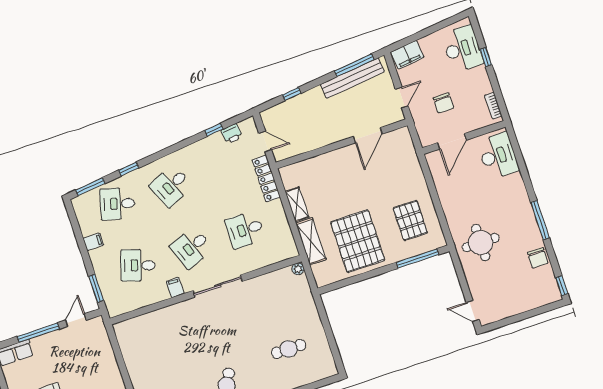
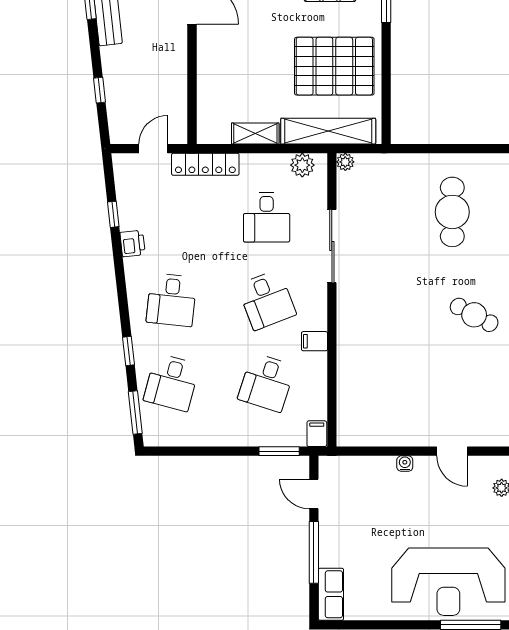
printer: (232, 134) -> (133, 243), moved
desk: (171, 186) -> (171, 300), turned 30
shelving: (311, 241) -> (328, 131), width x1.47
filing cabinet: (93, 242) -> (317, 434), moved
plant: (287, 242) -> (302, 165), added
sliding door: (218, 286) -> (332, 246), moved
cafe table: (289, 349) -> (452, 212), width x1.37, depth x1.35
water cooler: (115, 372) -> (405, 464), added

